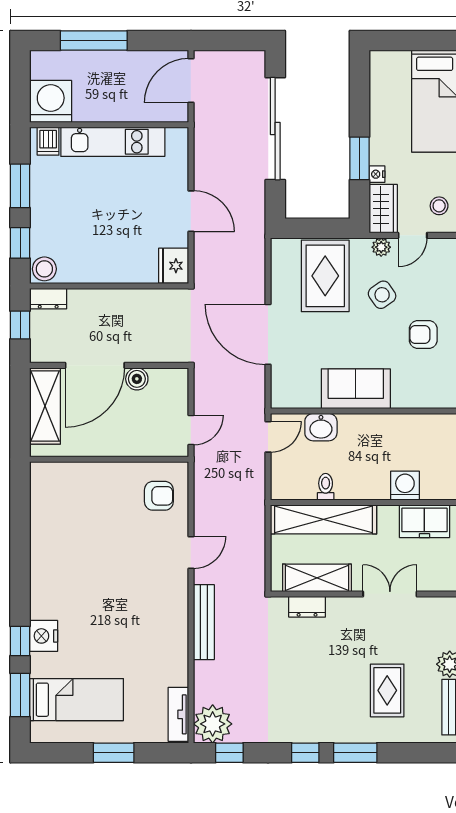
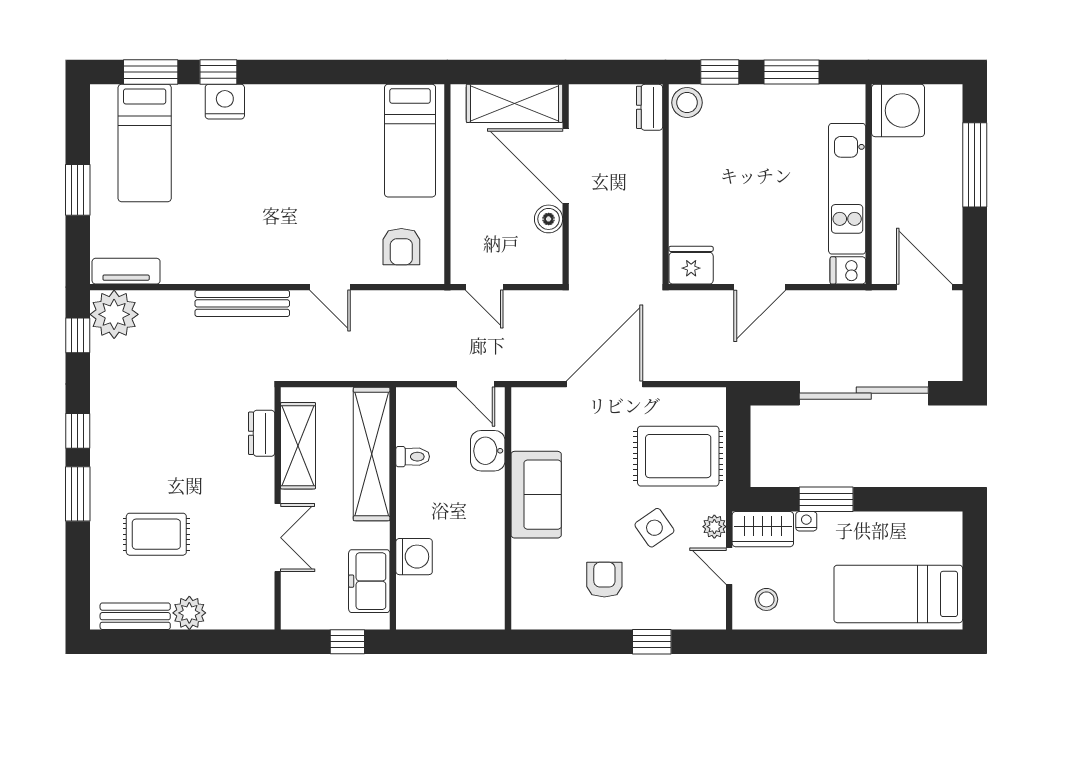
dishwasher: (48, 141) -> (848, 270), moved
window: (20, 325) -> (616, 72), removed
bed: (75, 489) -> (410, 141), added

